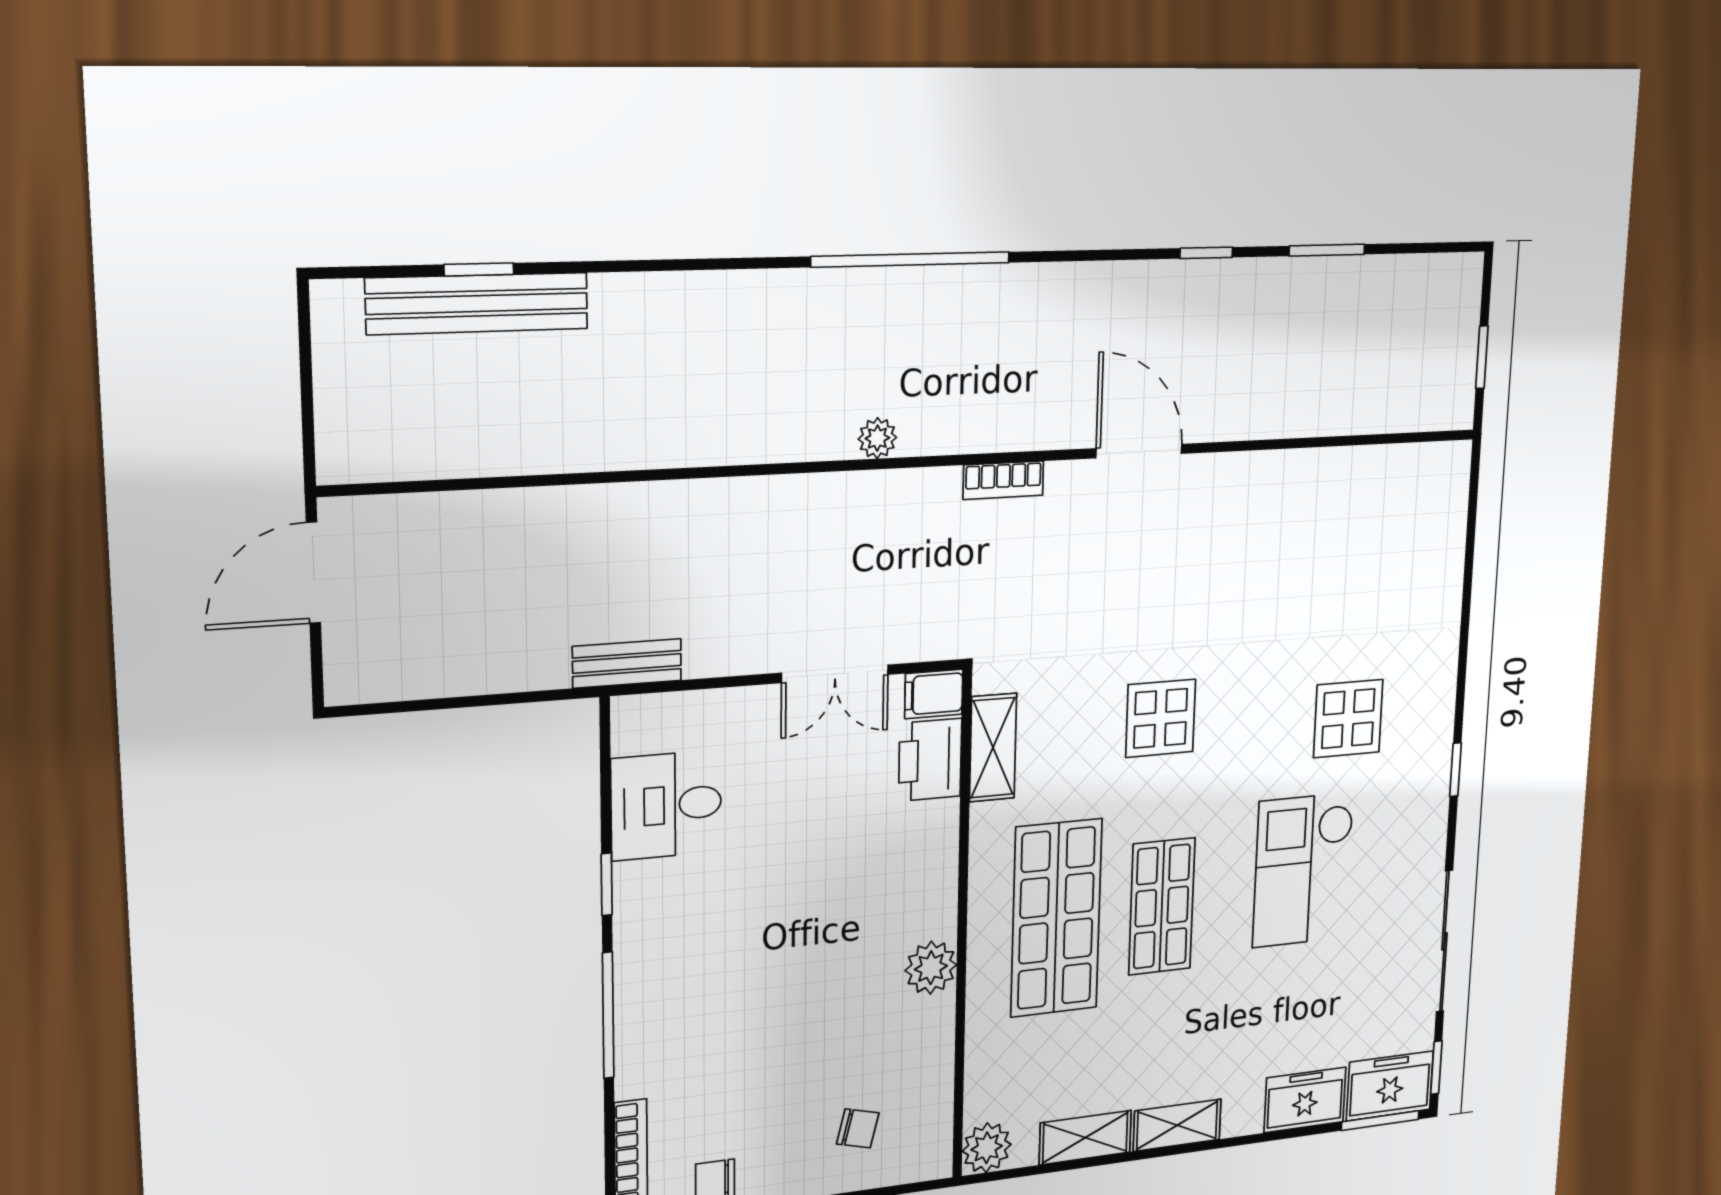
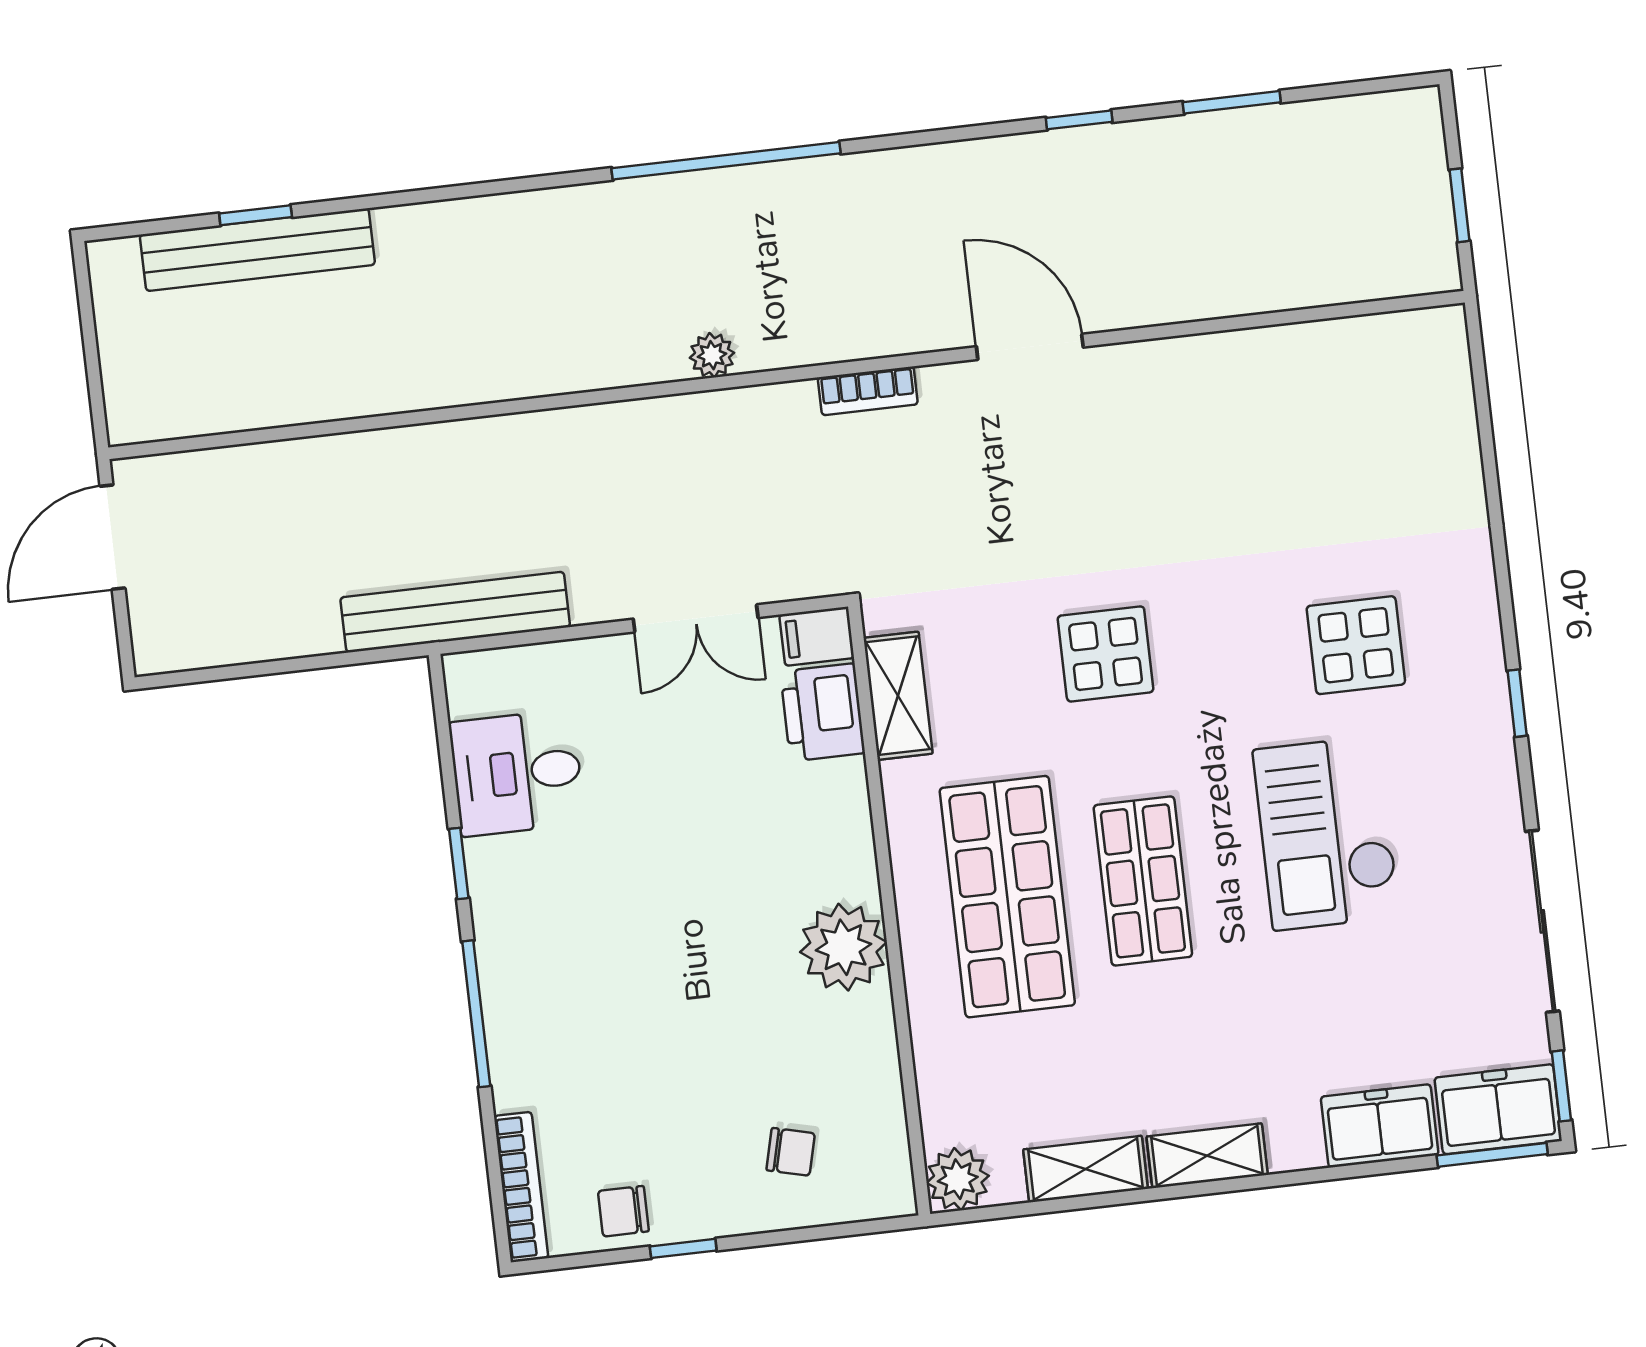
bench: (627, 663) -> (455, 612), width x1.86, depth x1.21
plant: (931, 968) -> (843, 947), width x1.36, depth x1.36

